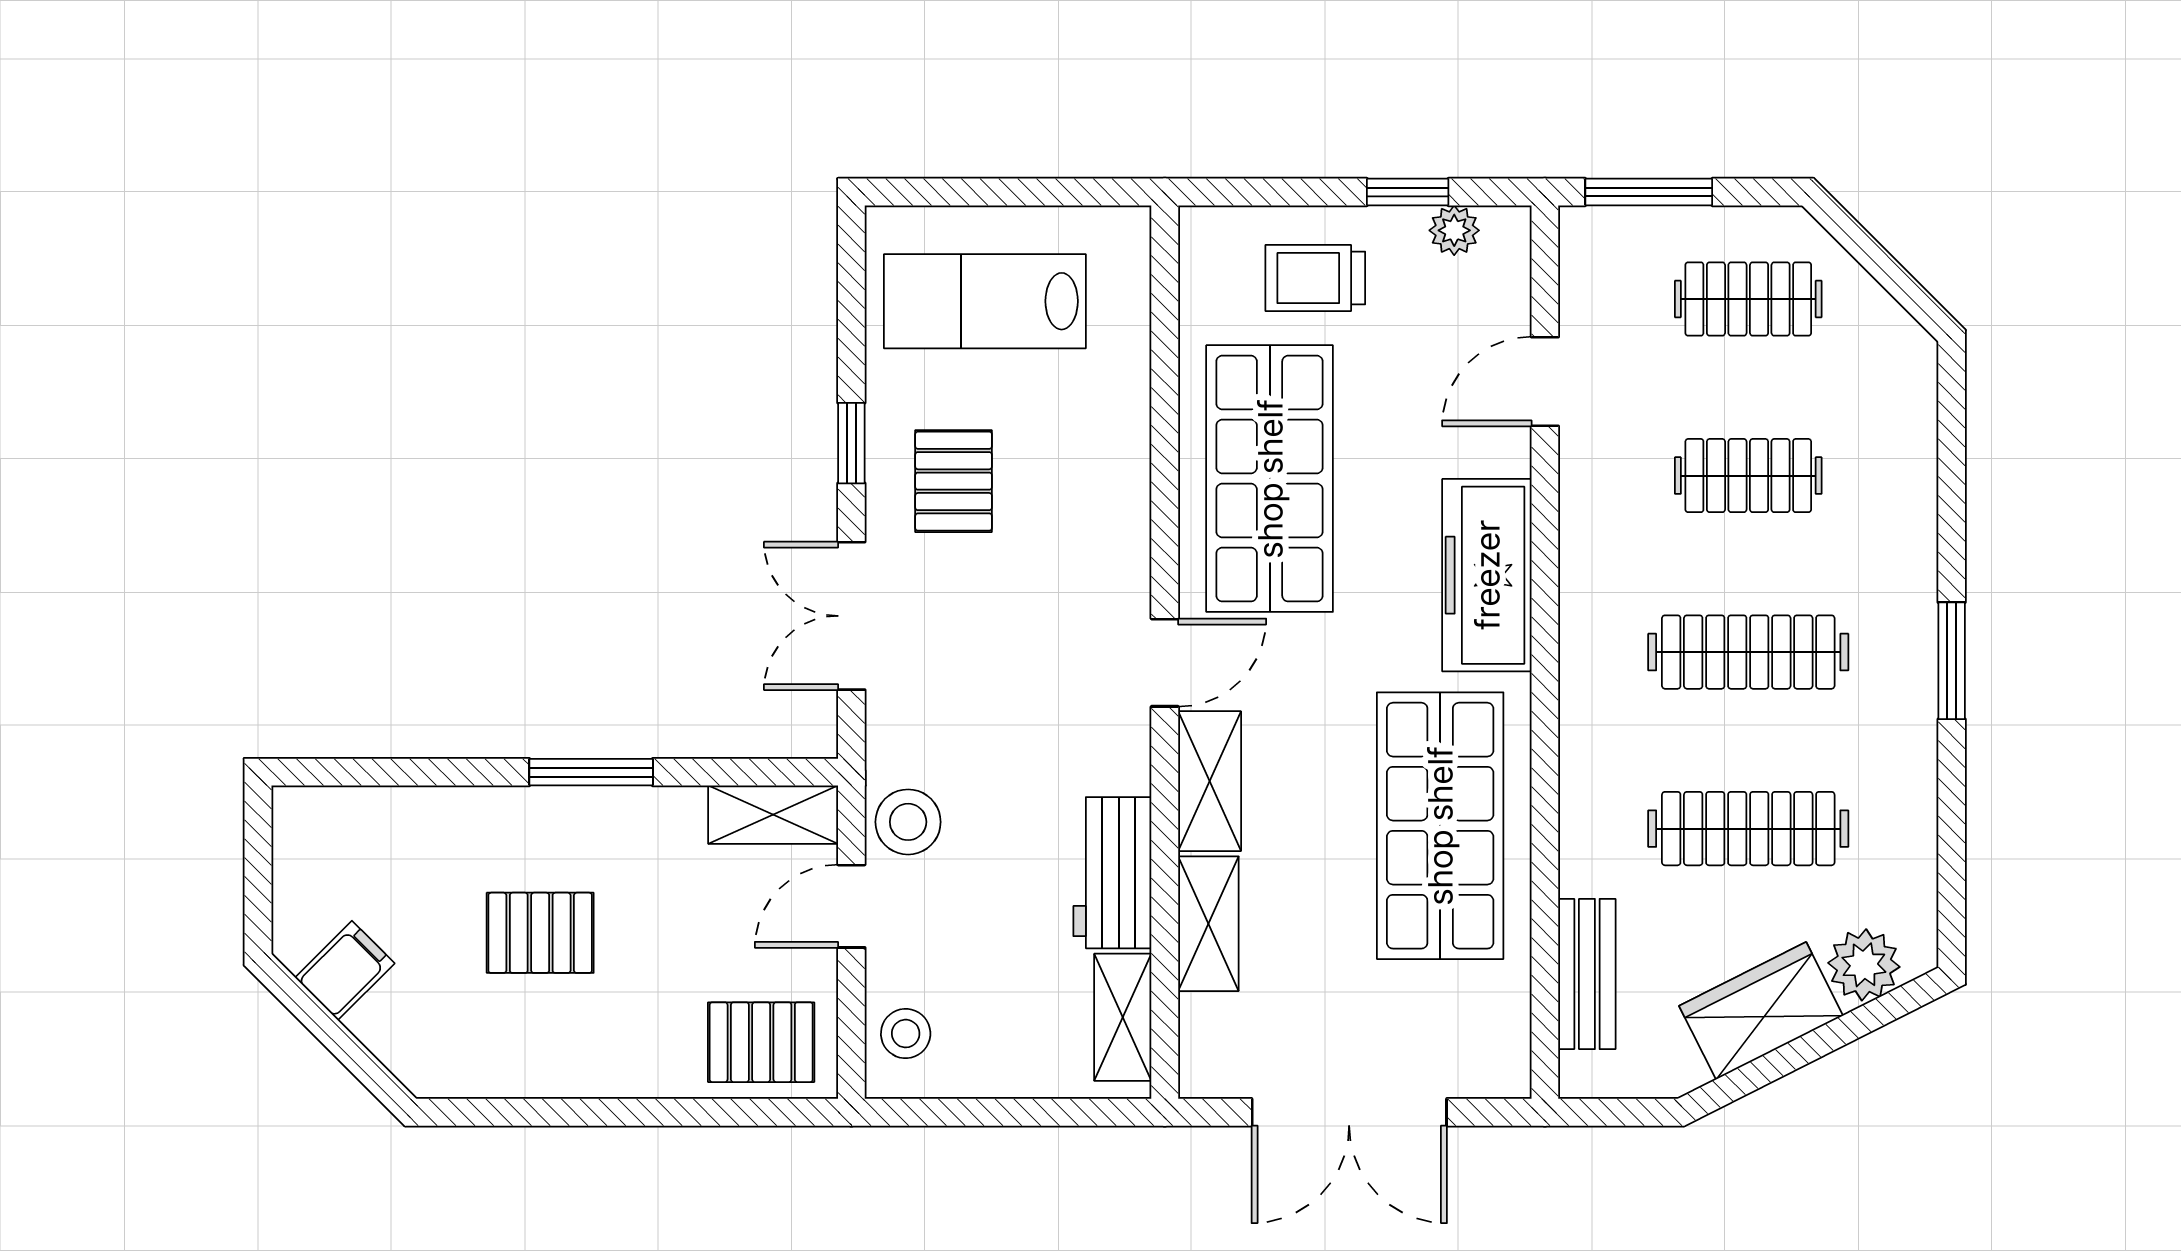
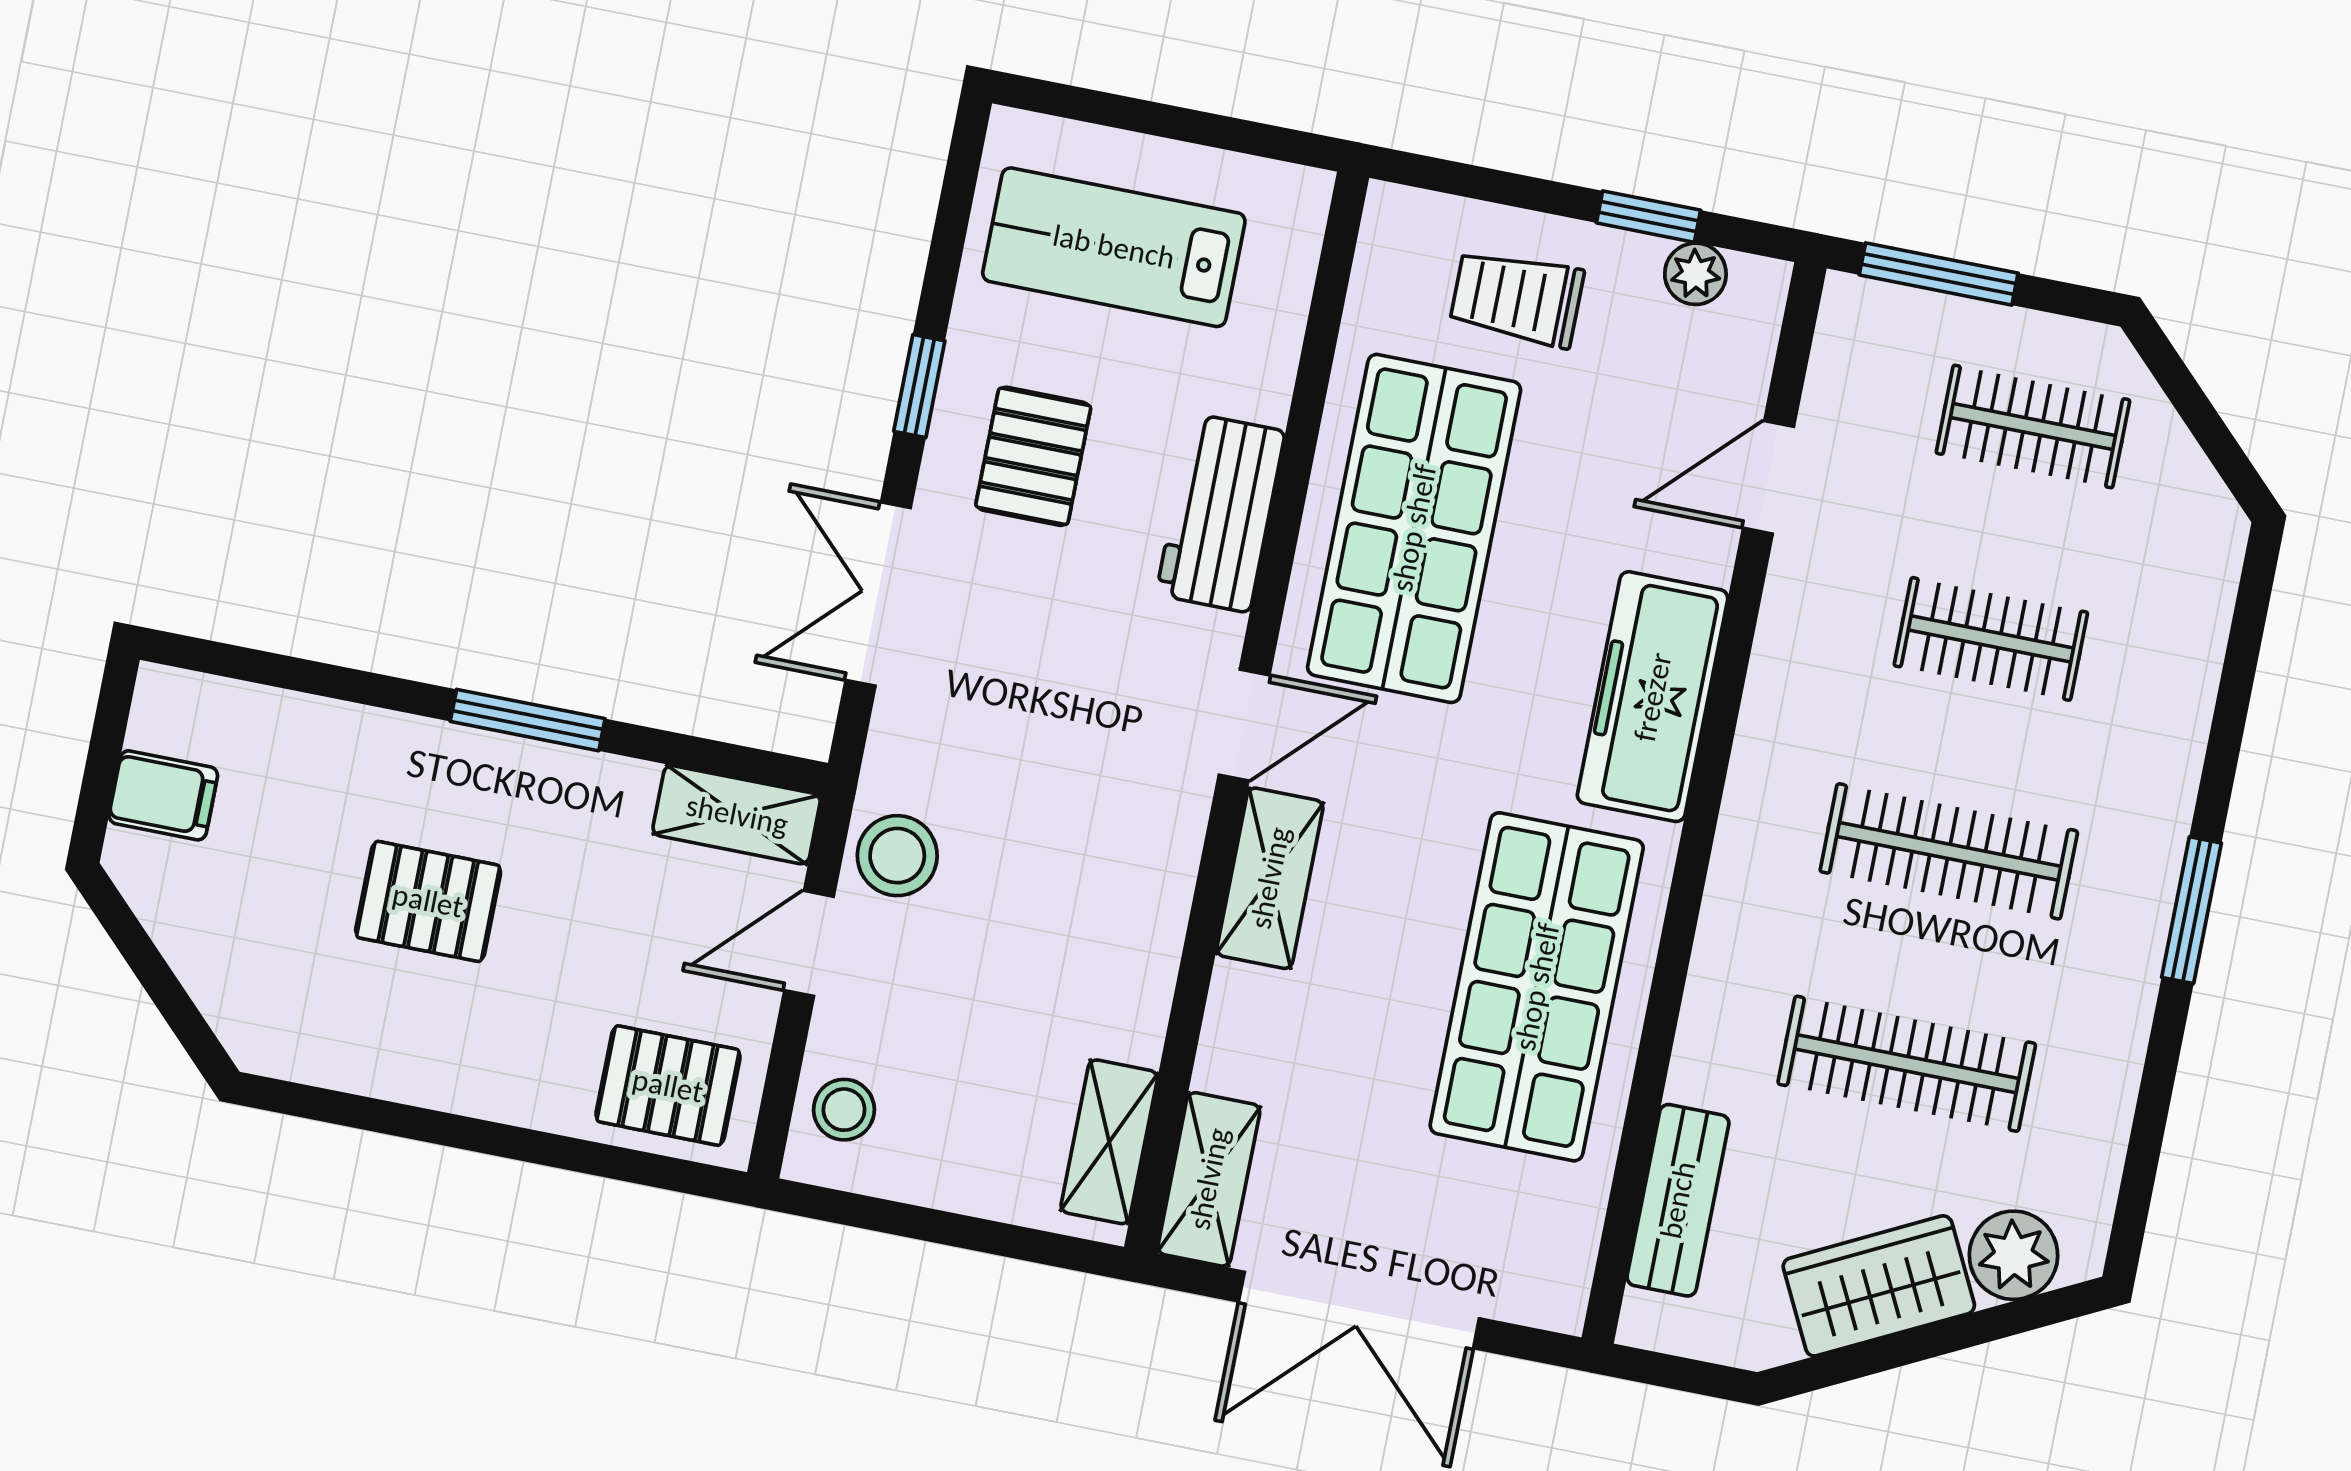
workbench: (1112, 873) -> (1221, 513), moved
shelving: (1208, 924) -> (1209, 1179), moved
filing cabinet: (345, 970) -> (163, 795), moved, turned 45

